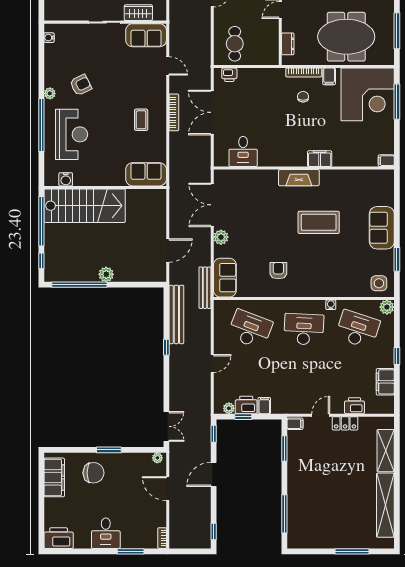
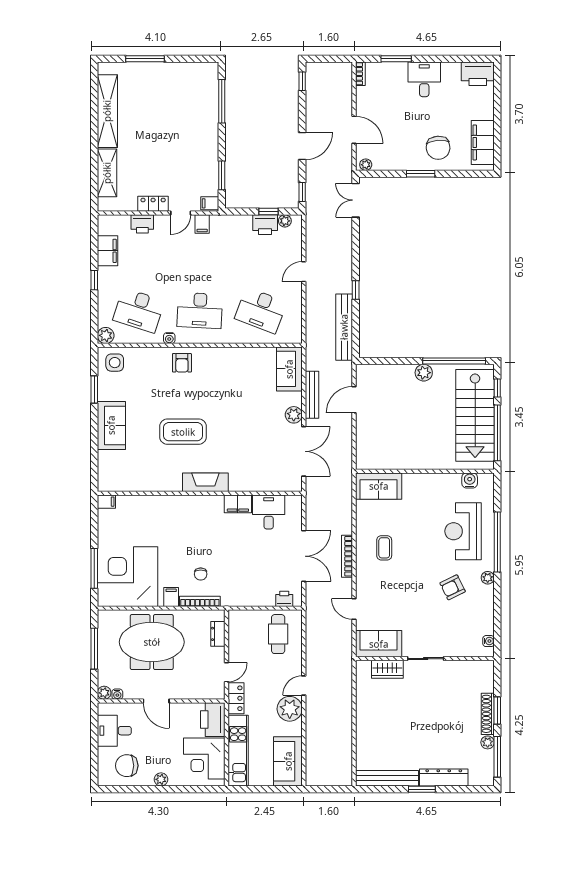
filing cabinet: (320, 159) -> (238, 504), moved
stairs: (85, 206) -> (475, 415), moved, turned -90
armchair: (278, 271) -> (182, 363), moved
bench: (205, 288) -> (312, 395), moved
filing cabinet: (264, 406) -> (202, 224), moved
chair: (94, 473) -> (438, 148), turned -95

